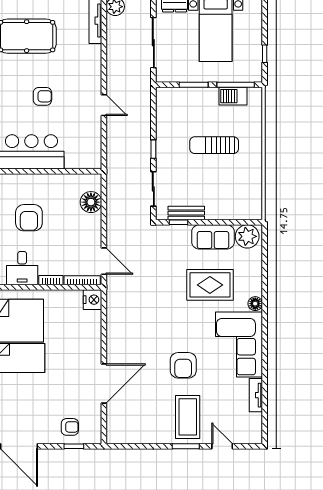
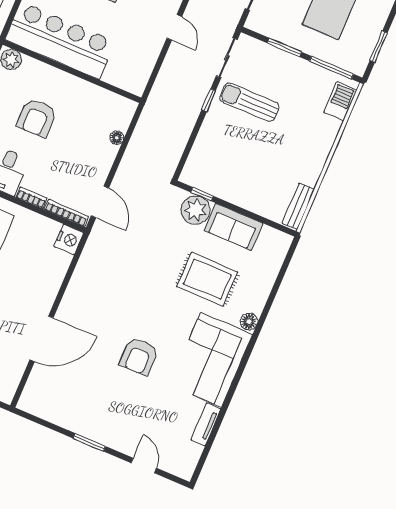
window: (265, 54) -> (379, 47), width x1.50
barbecue: (233, 96) -> (340, 101), moved, turned 90
sun lounger: (214, 145) -> (249, 102), moved
sliding door: (153, 189) -> (227, 58), moved
floor lamp: (91, 202) -> (117, 138), width x0.53, depth x0.53
bench: (186, 213) -> (298, 206), moved, turned 90
plant: (247, 236) -> (196, 210), moved
coffee table: (188, 417) -> (119, 416), removed
window: (186, 446) -> (89, 442), moved

